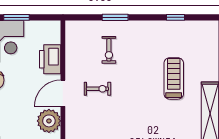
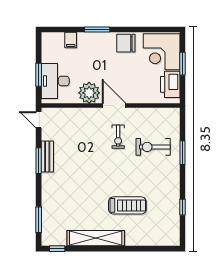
exercise bike: (109, 50) -> (153, 147), width x1.38, depth x1.39
printer: (50, 59) -> (170, 84), moved, turned -90

